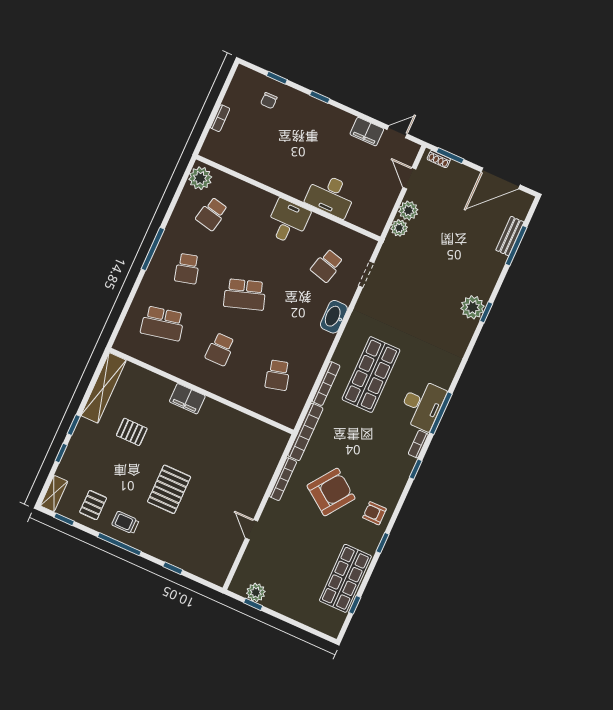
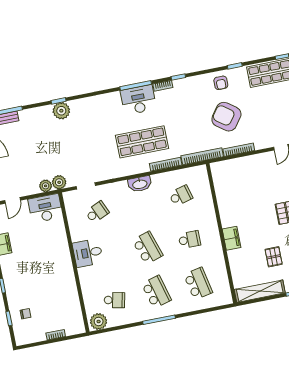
desk: (331, 195) -> (45, 208), moved, turned -90
plant: (408, 211) -> (59, 182), moved
school desk: (327, 266) -> (97, 212), turned -39
school desk: (187, 269) -> (156, 292), width x1.85
washbasin: (334, 317) -> (140, 184), moved

